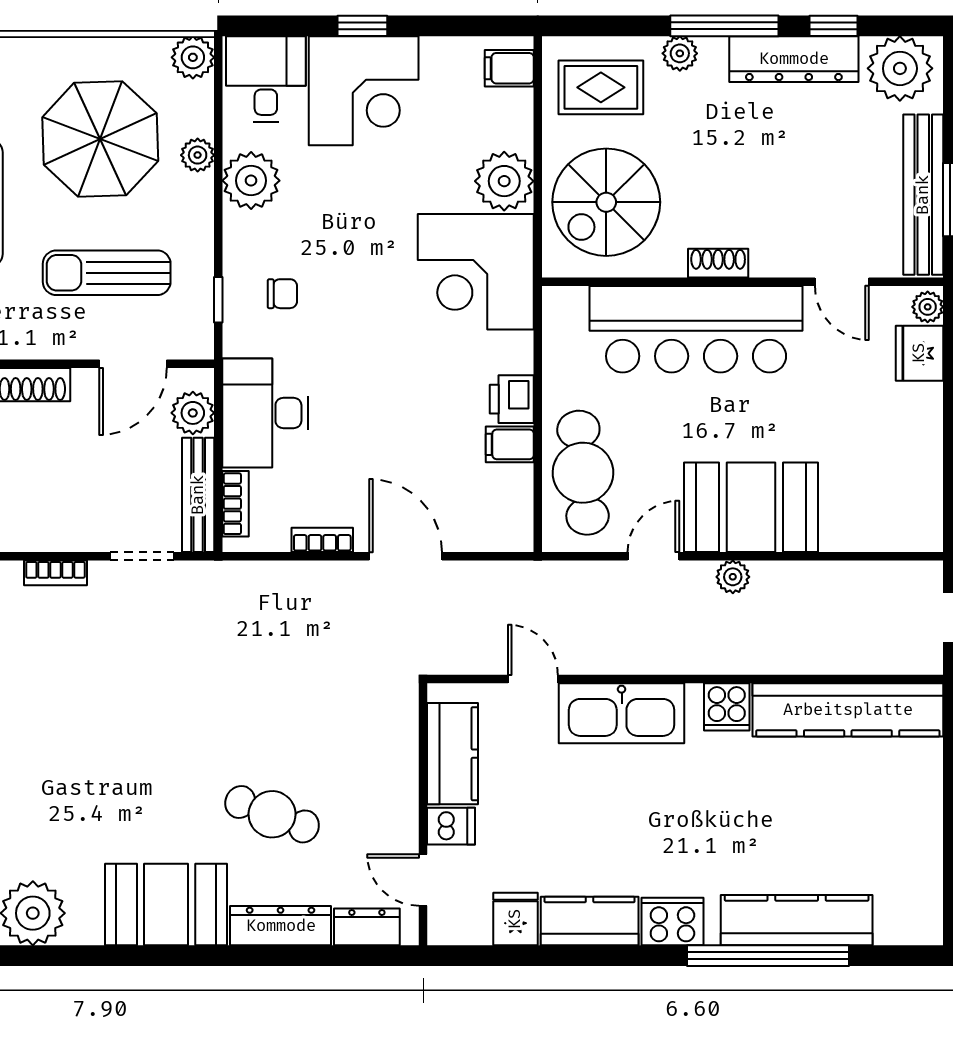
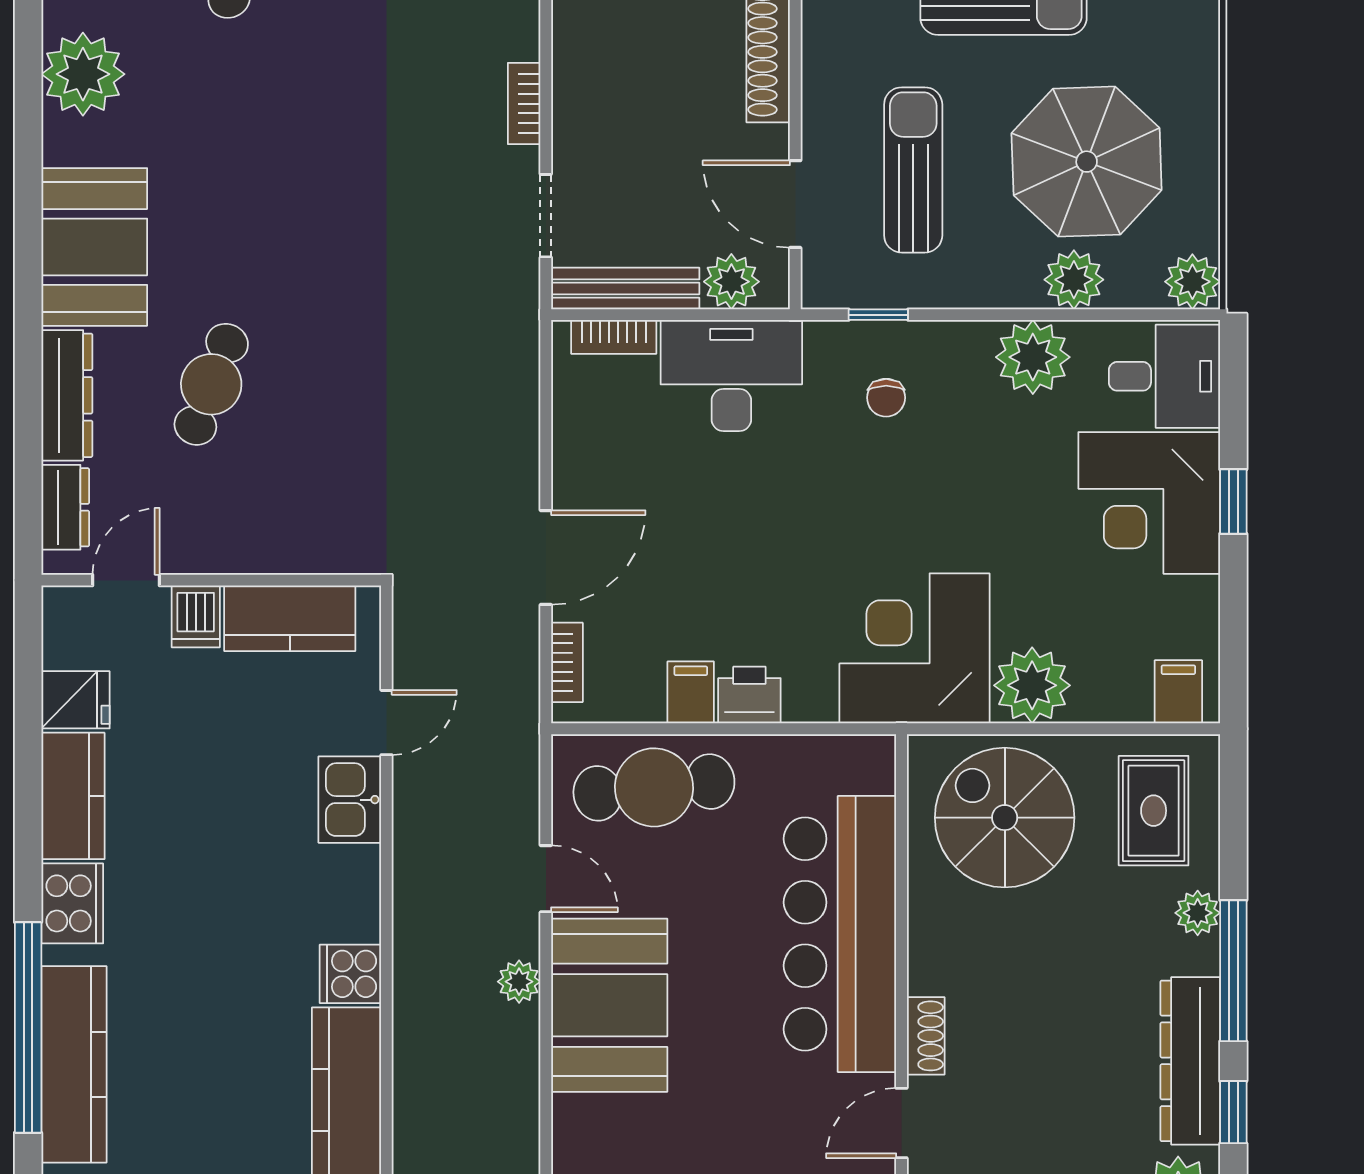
plant: (198, 155) -> (1074, 280), width x1.38, depth x1.38
shoe rack: (718, 263) -> (926, 1036), moved
bookcase: (322, 540) -> (567, 662), moved
kitchen sink: (622, 713) -> (350, 800), width x0.53, depth x0.81

